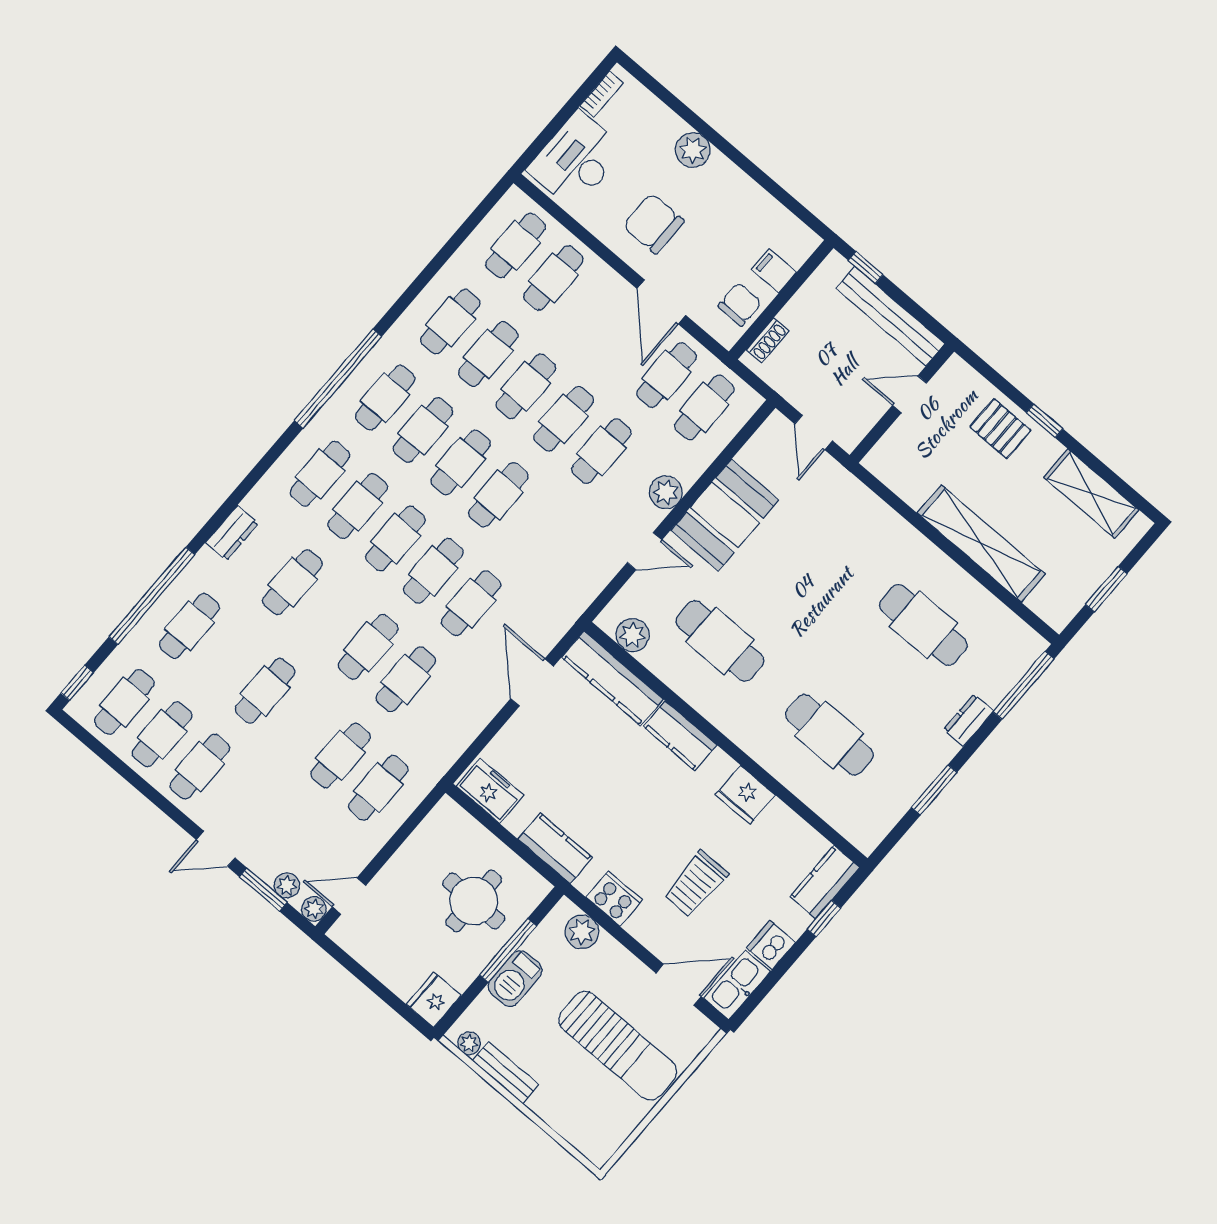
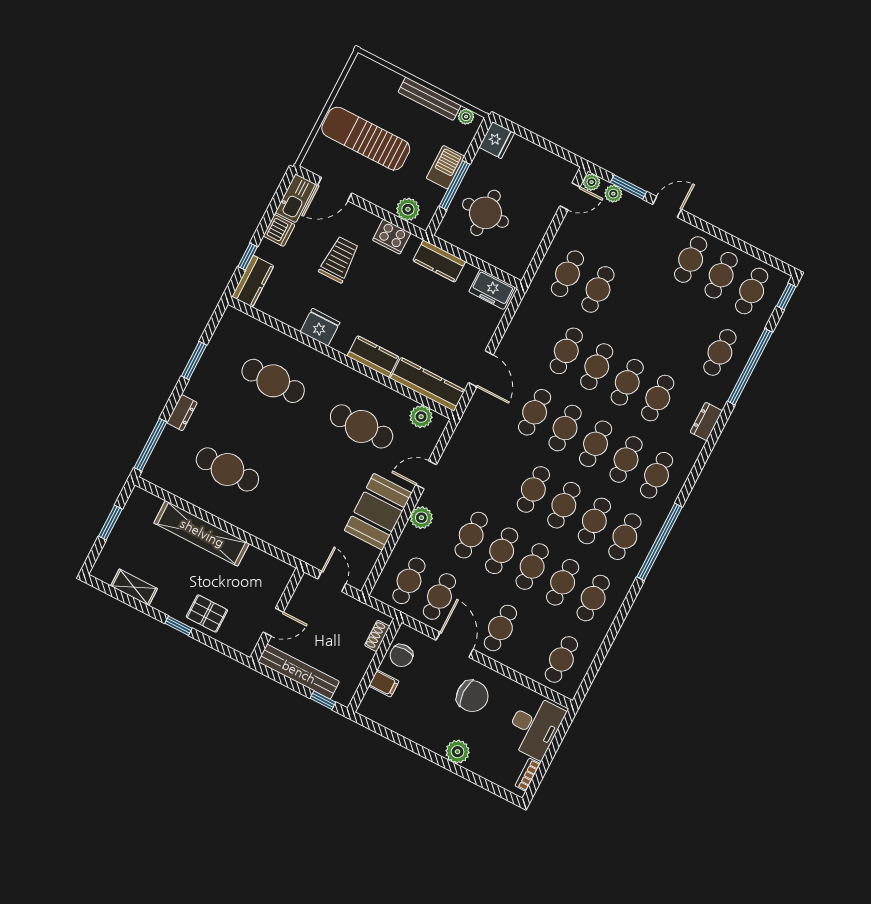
cafe table: (553, 278) -> (500, 628), moved
shelving: (1091, 494) -> (134, 587), width x0.67, depth x0.75
cafe table: (265, 691) -> (627, 382), moved
bench: (506, 1073) -> (429, 99), width x1.36

